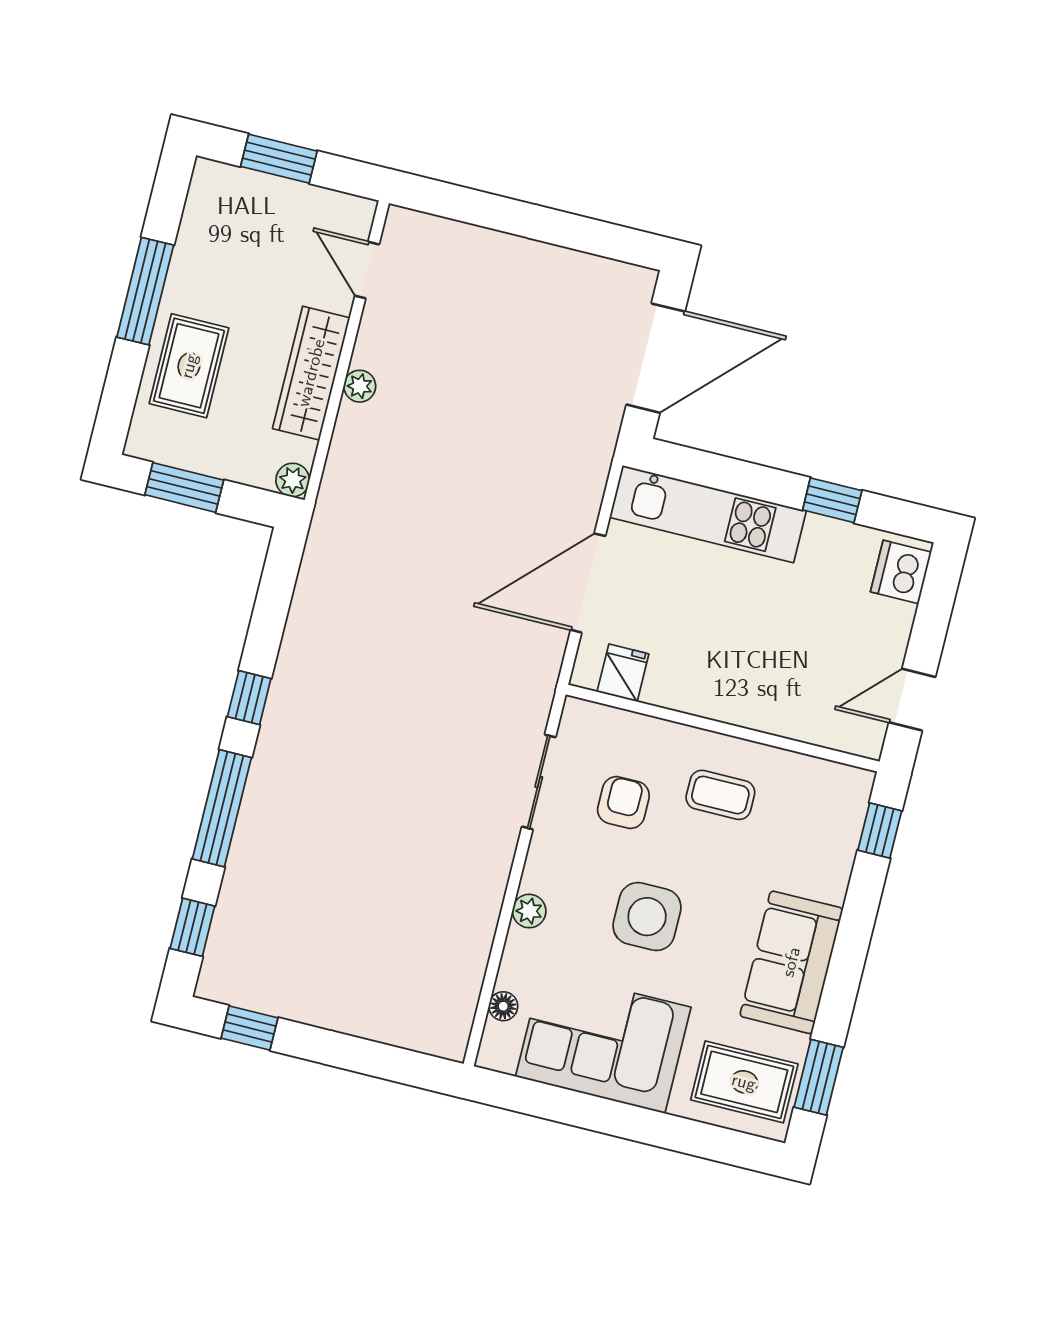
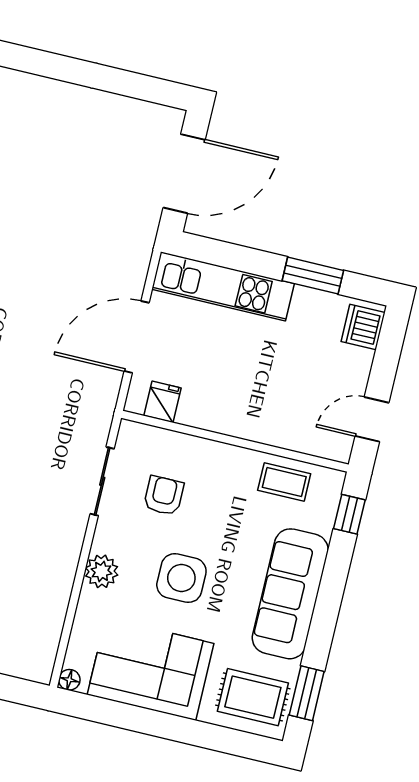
window: (832, 500) -> (313, 276), width x1.50
coffee table: (720, 795) -> (284, 482), moved
plant: (529, 911) -> (102, 571), width x1.38, depth x1.38
sofa: (791, 962) -> (290, 594), width x1.36
floor lamp: (503, 1006) -> (69, 680), moved

